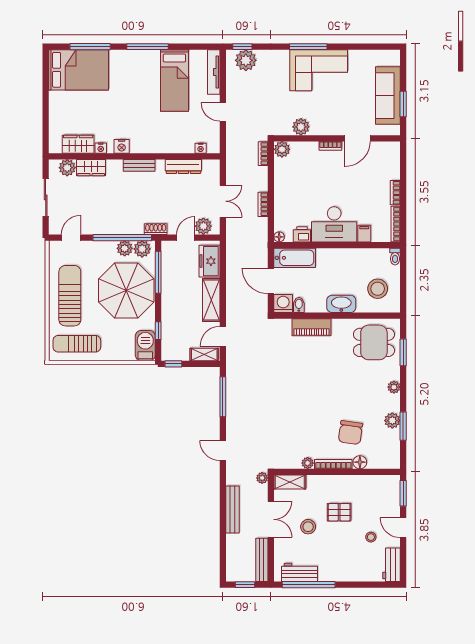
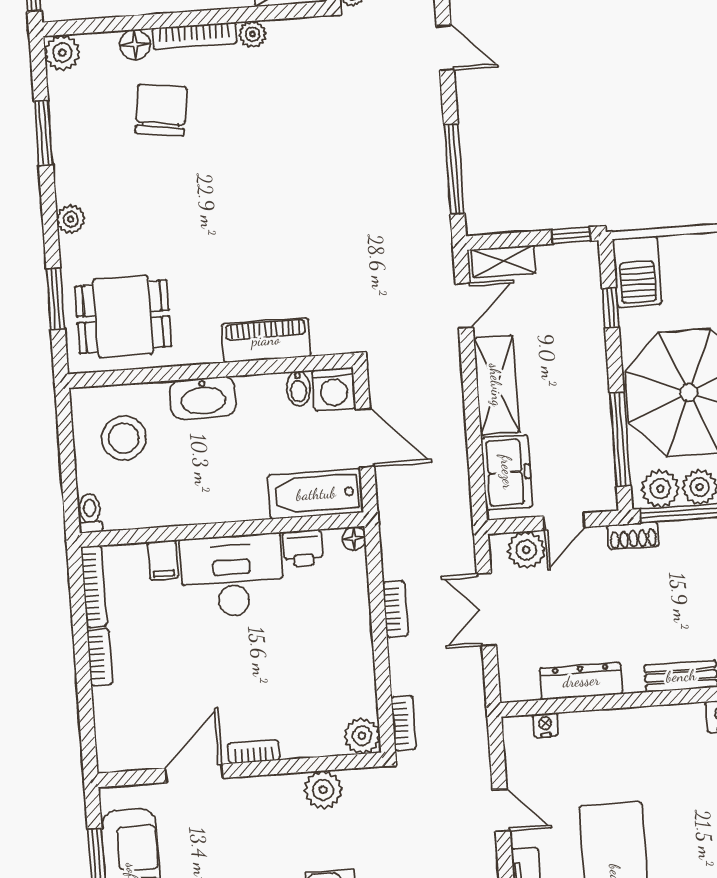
plant: (392, 421) -> (62, 53), moved

